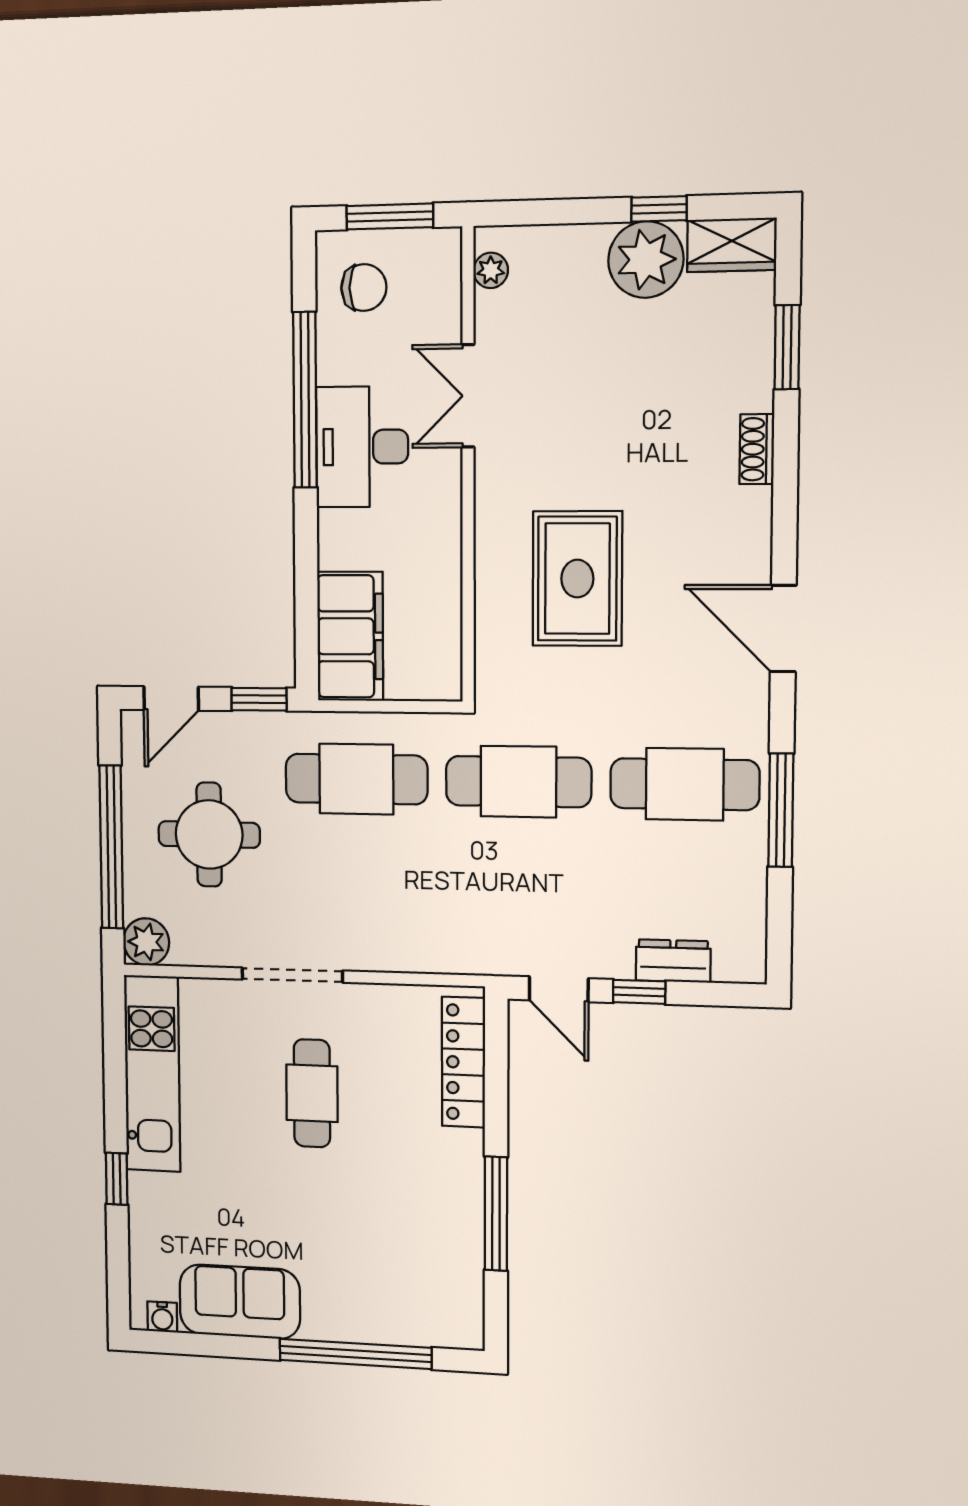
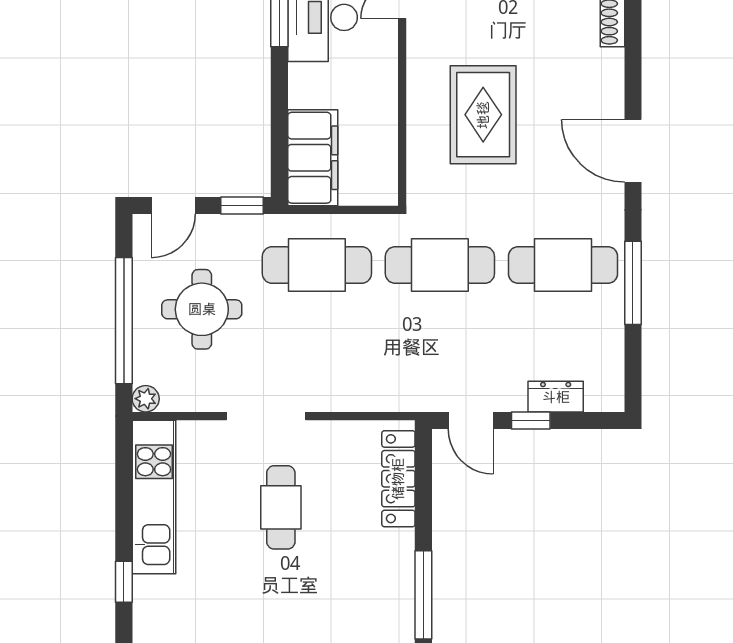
plant: (146, 942) -> (146, 399), width x0.73, depth x0.73

